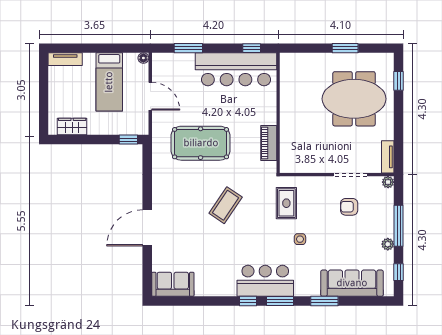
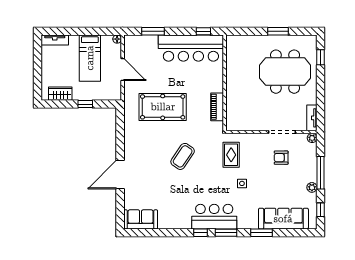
window: (128, 140) -> (85, 104), moved

